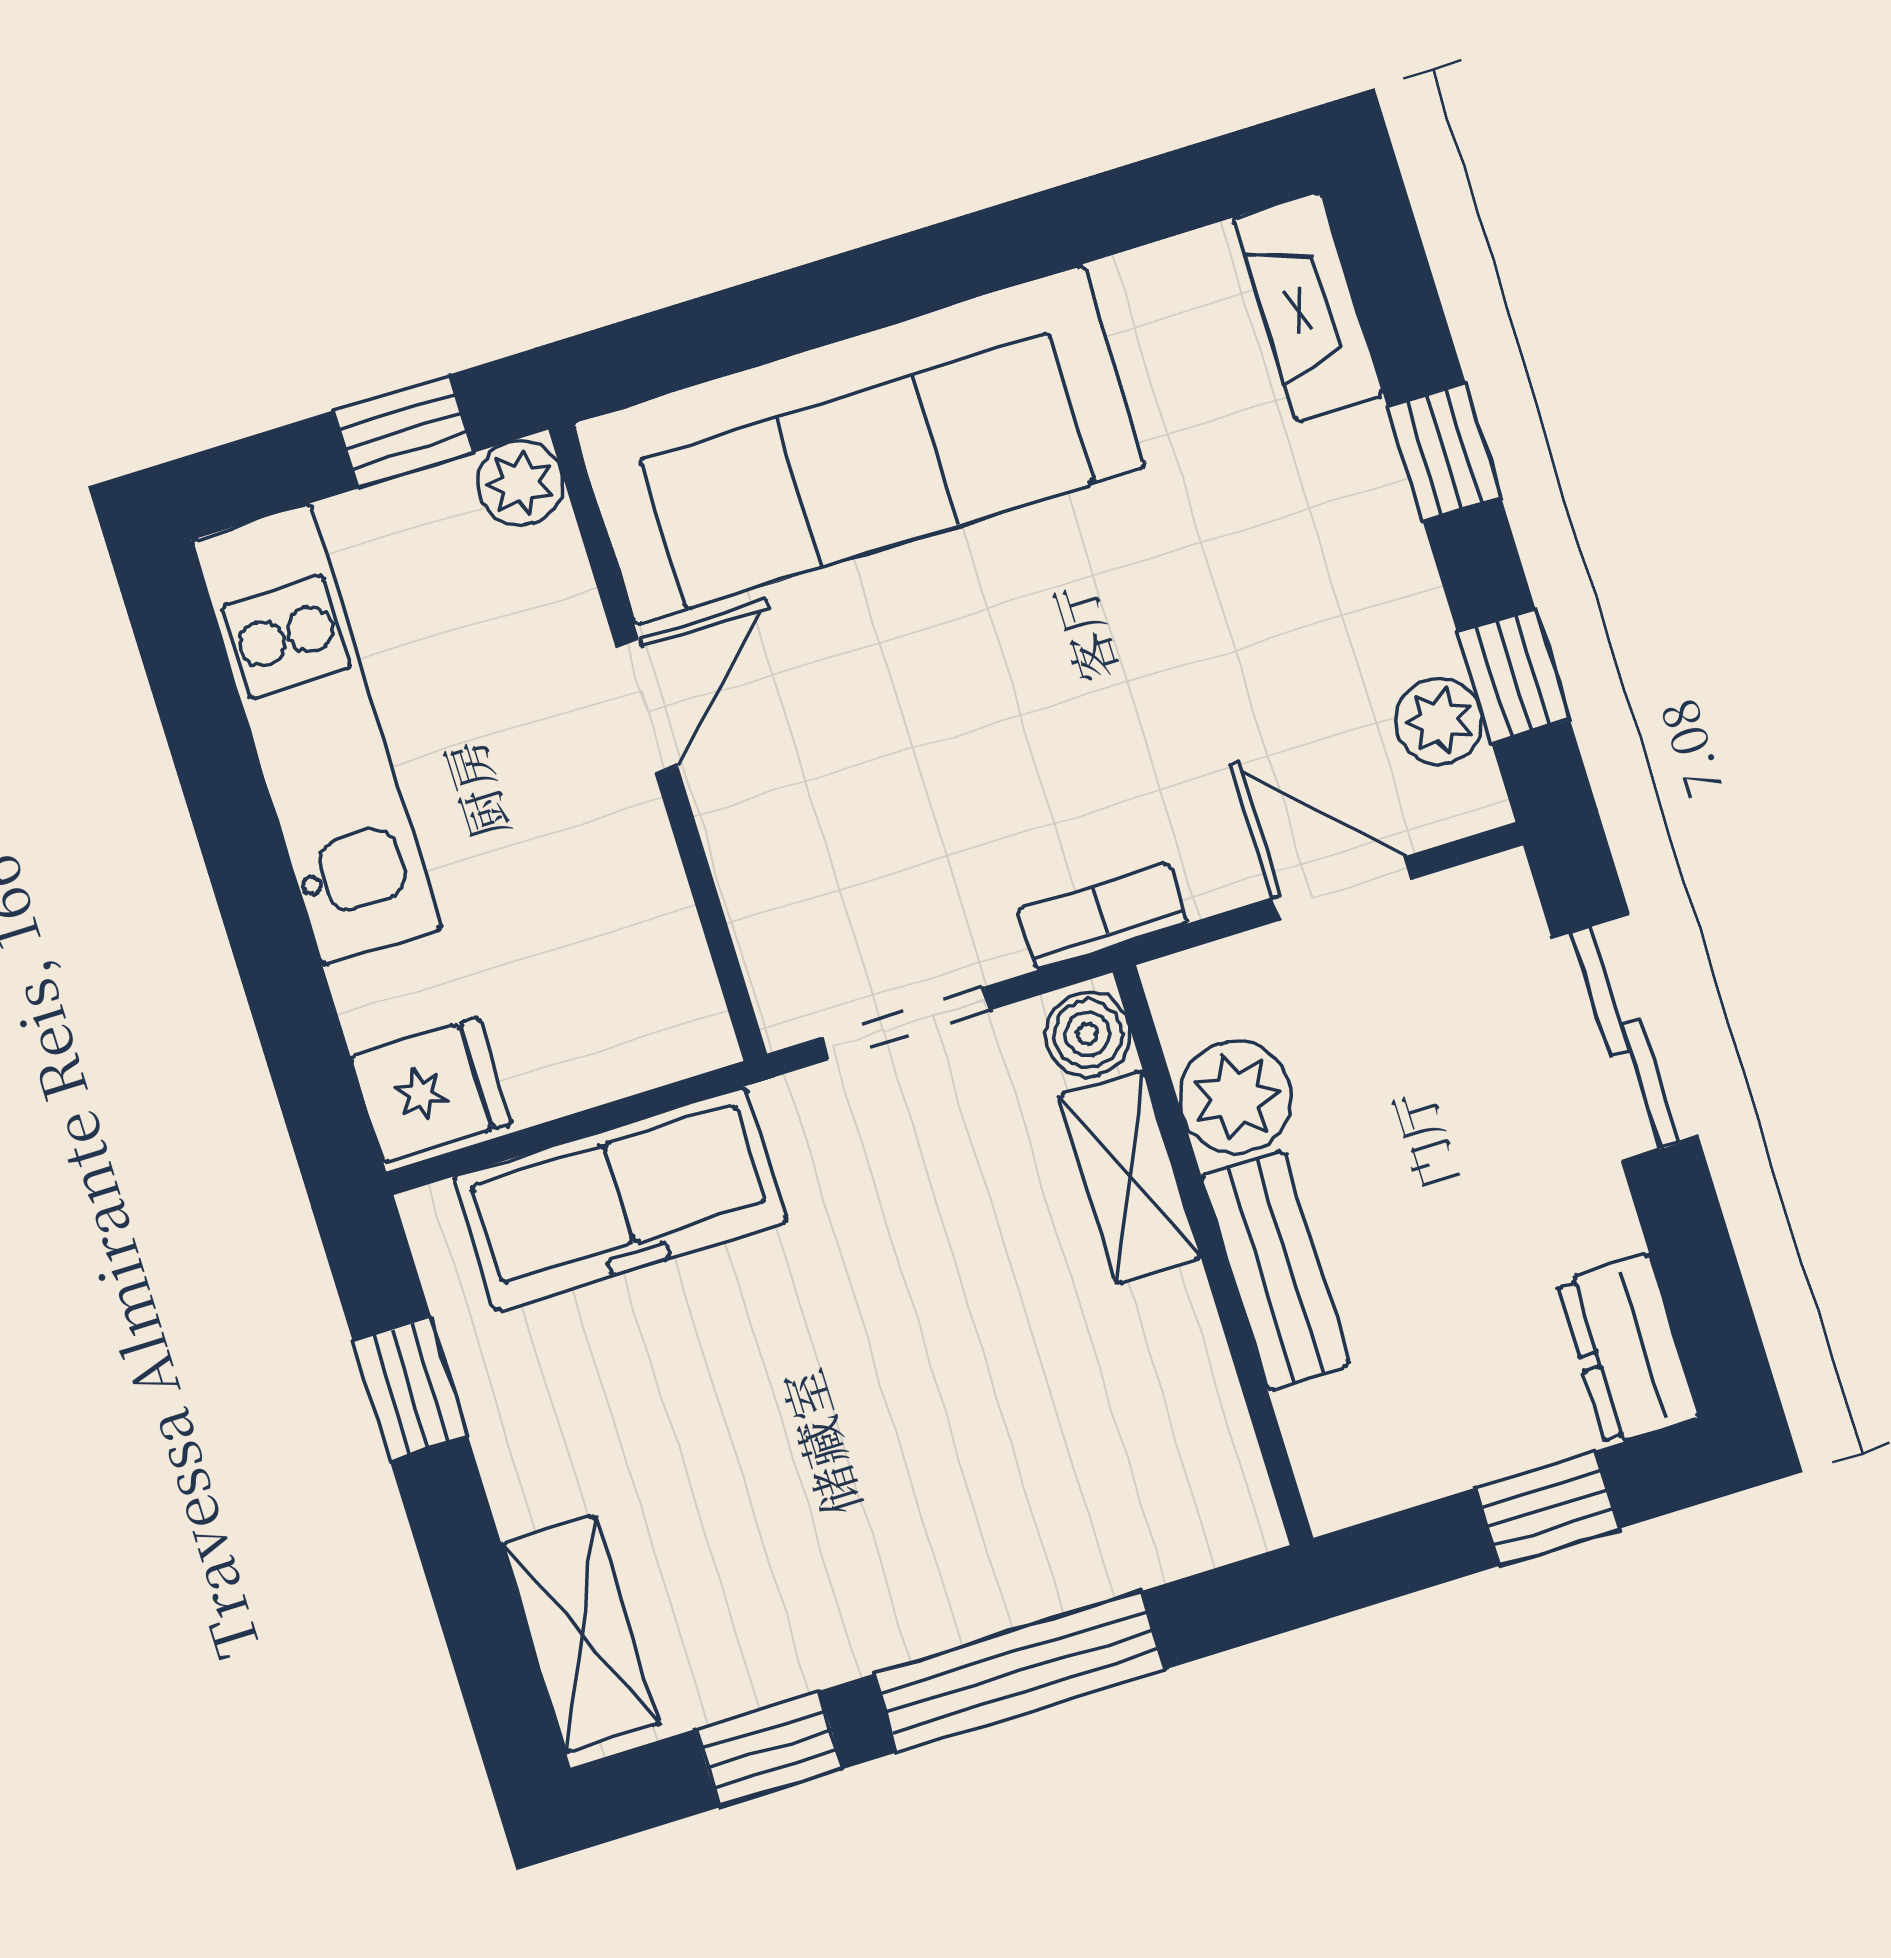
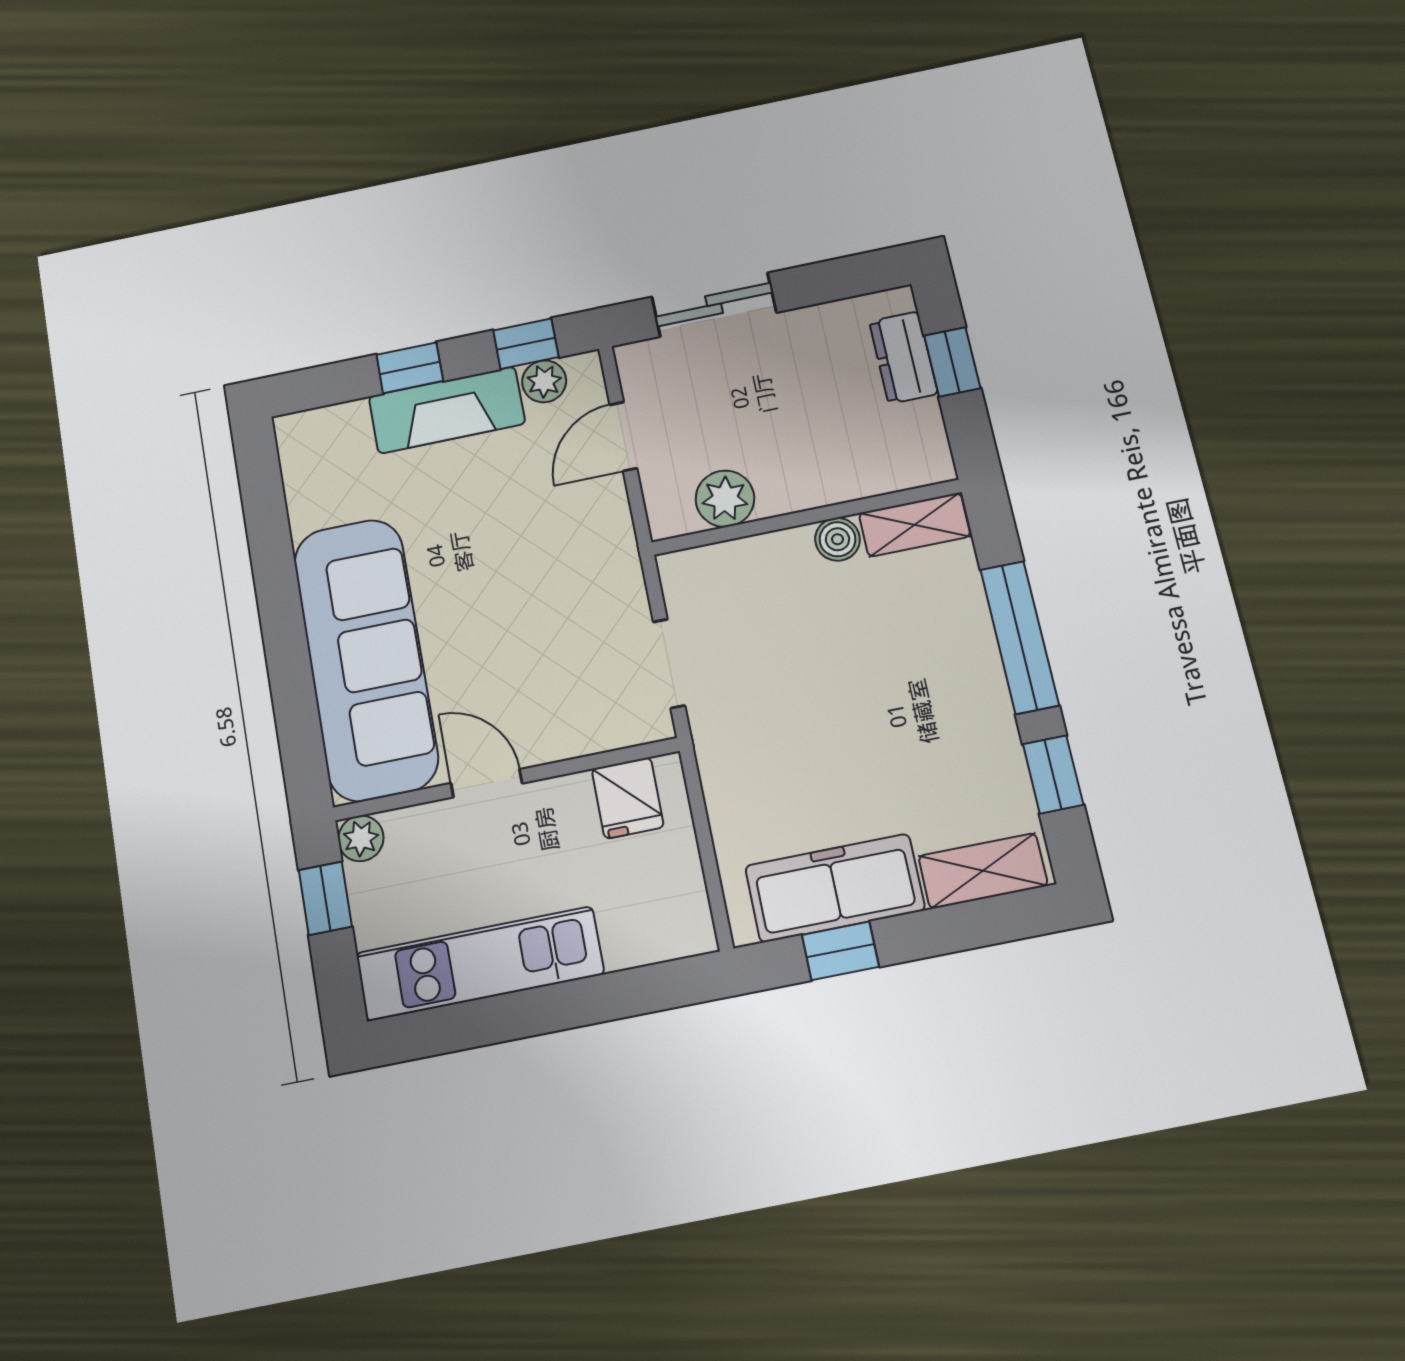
fireplace: (1308, 307) -> (447, 410), moved, width x1.37, depth x1.32
bookcase: (1103, 916) -> (624, 557), removed
boiler: (1088, 1034) -> (837, 539), moved
fridge: (431, 1090) -> (628, 798), moved, turned 180
shelving: (1129, 1177) -> (915, 525), moved
freezer: (620, 1199) -> (835, 888), moved, turned -90
bench: (1276, 1270) -> (817, 486), removed
dresser: (1628, 1350) -> (903, 358), moved, turned 90

